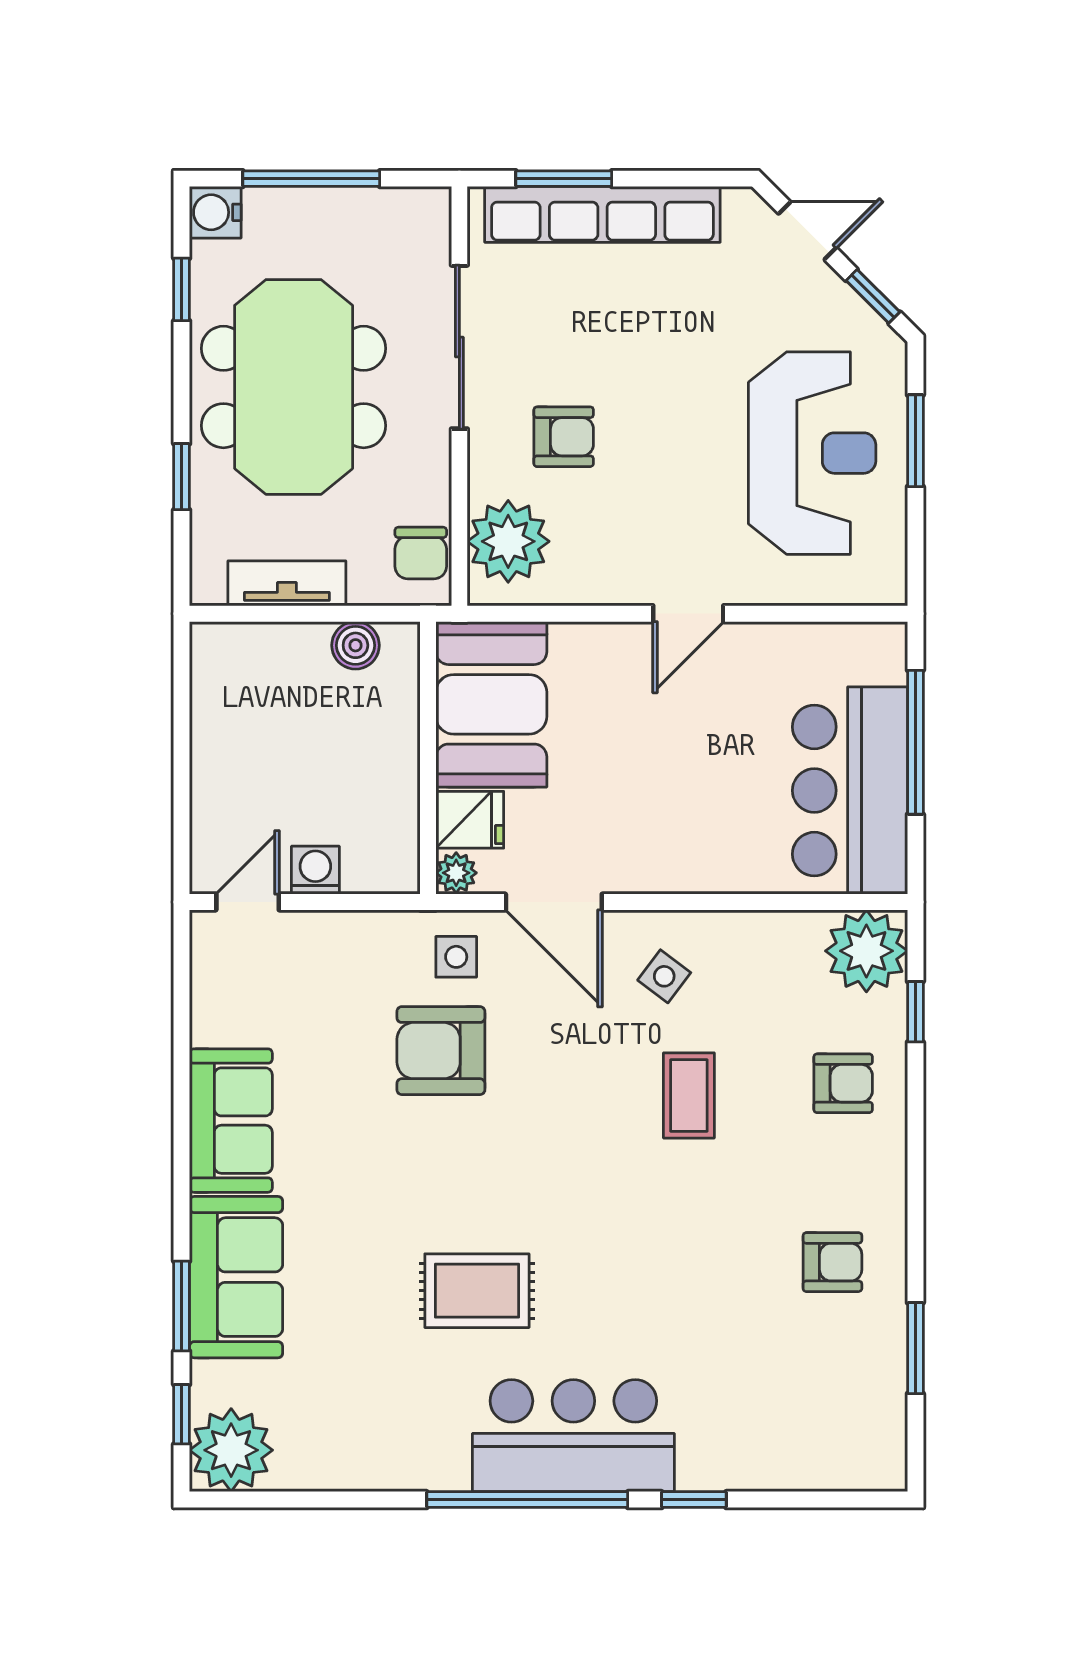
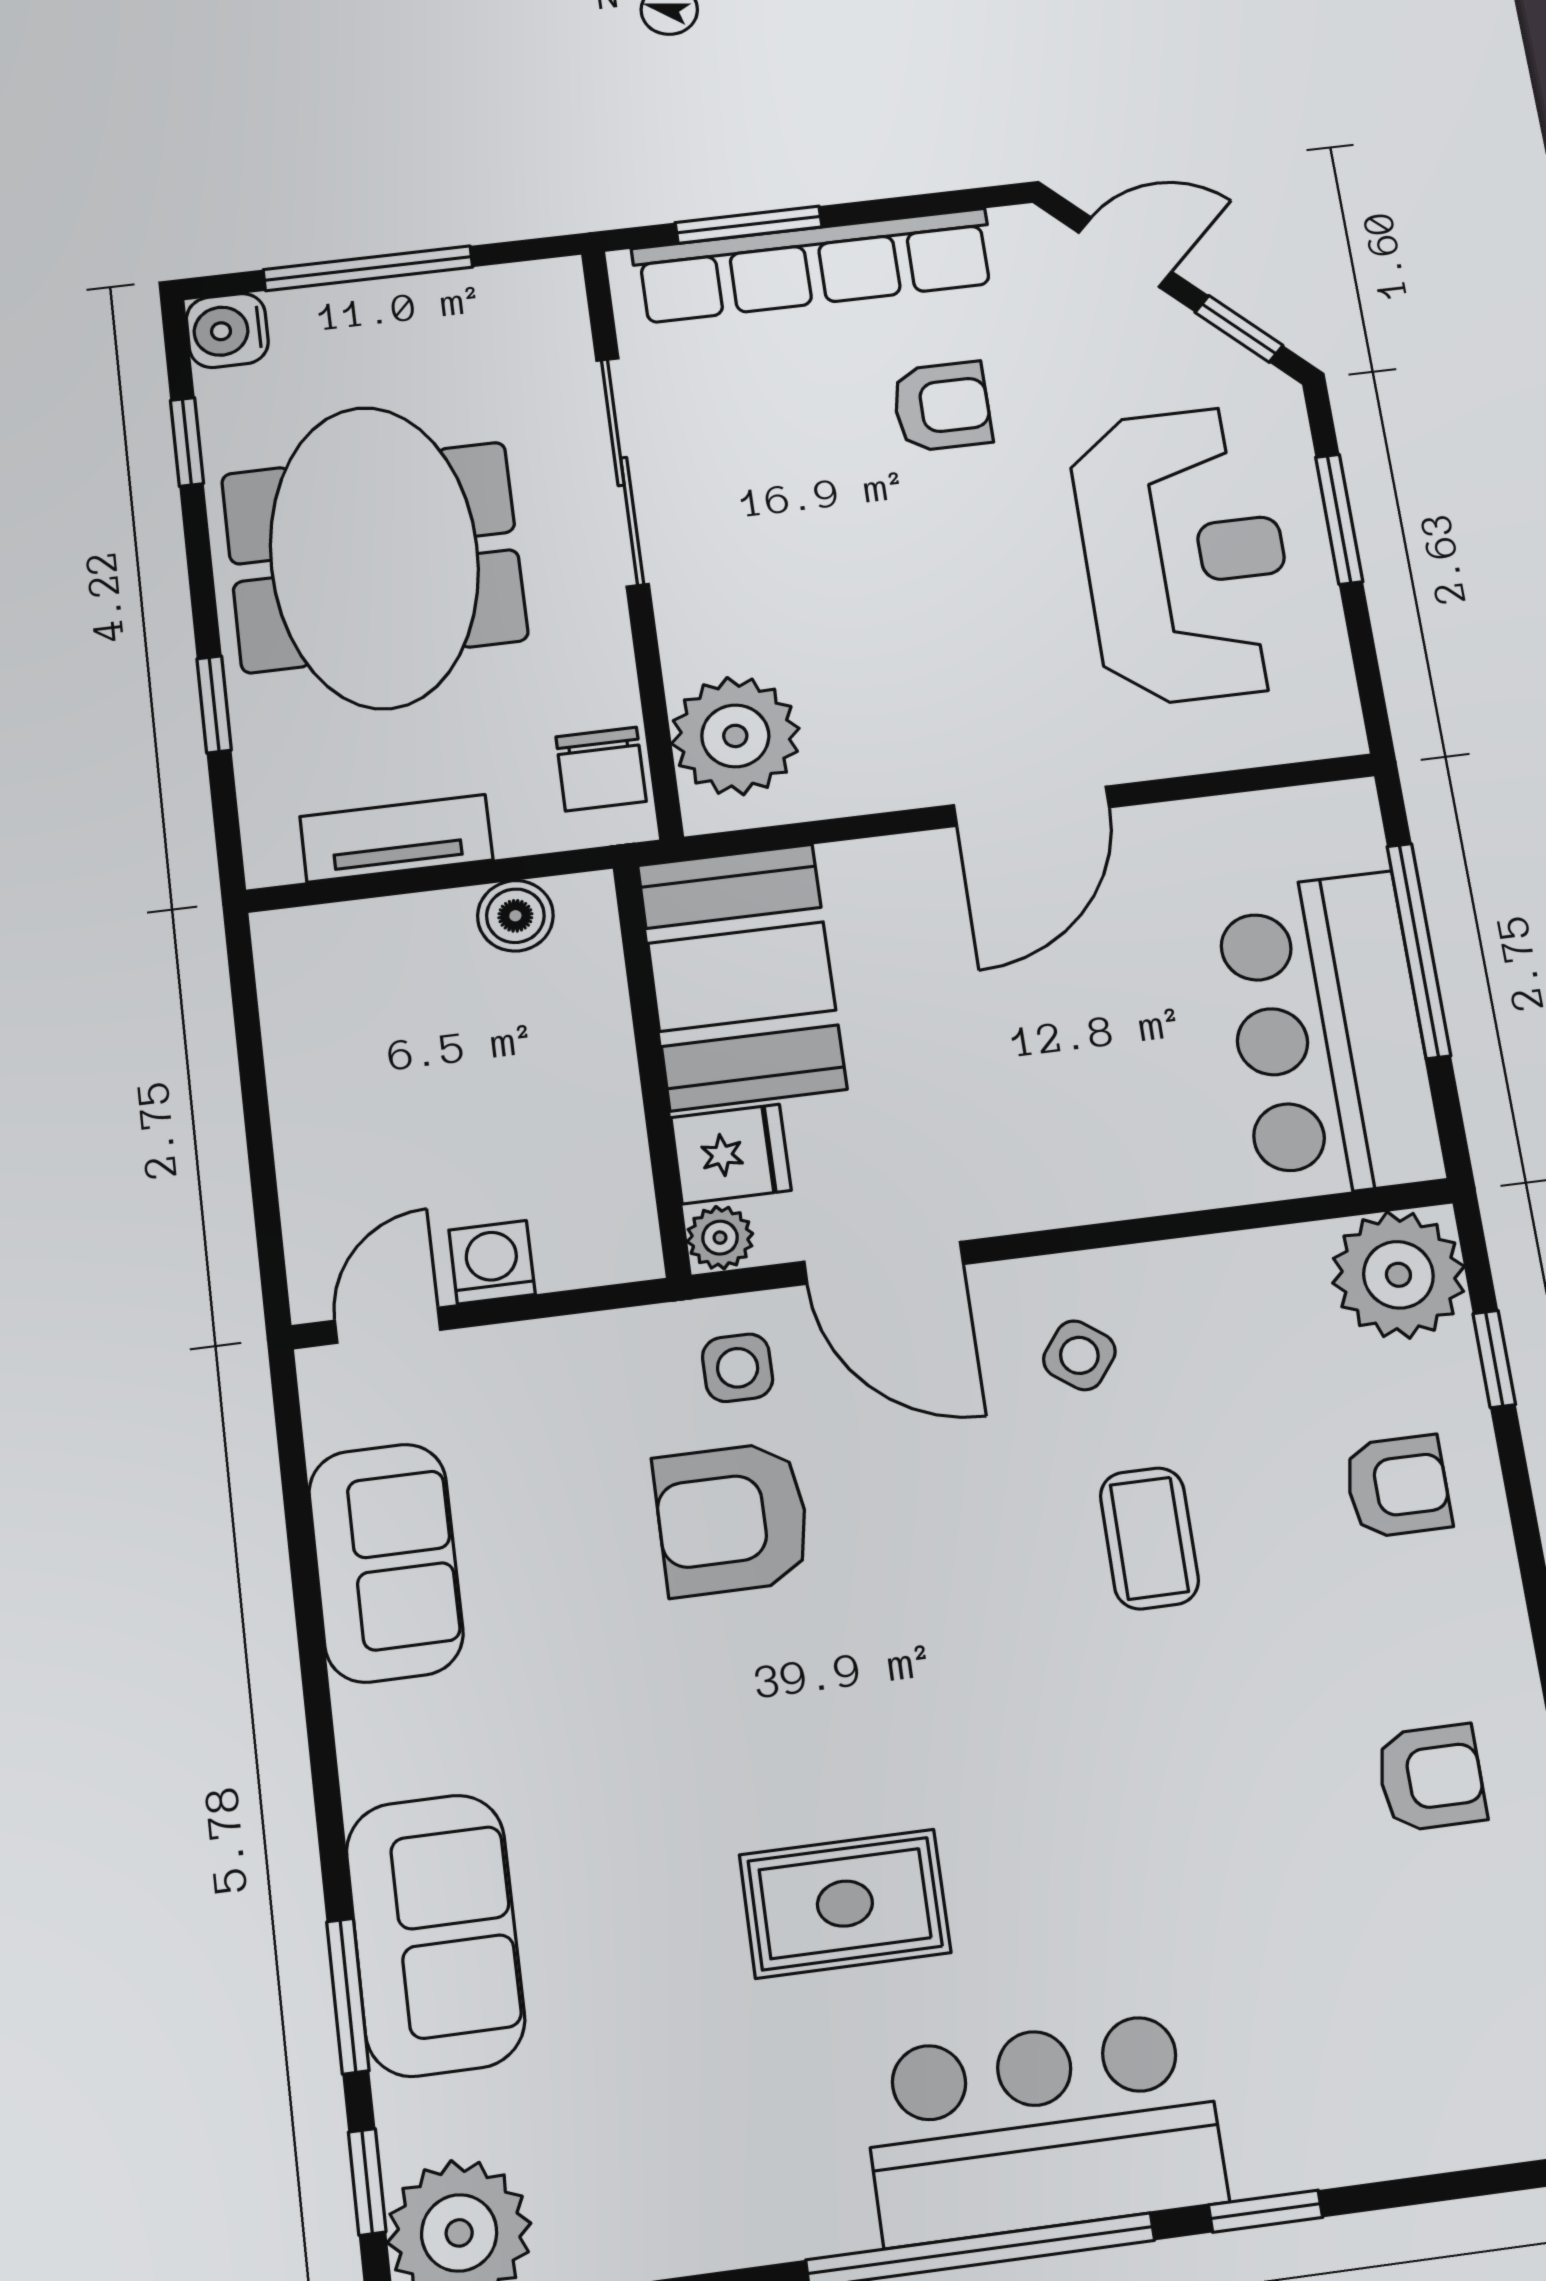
armchair: (564, 437) -> (942, 406), moved
door: (688, 614) -> (1031, 806), width x1.38
sofa: (231, 1121) -> (386, 1563), moved

